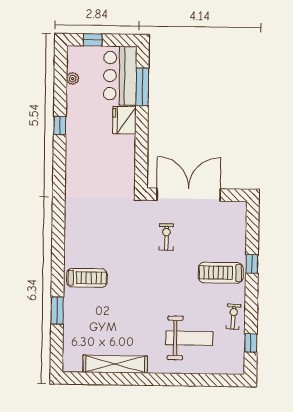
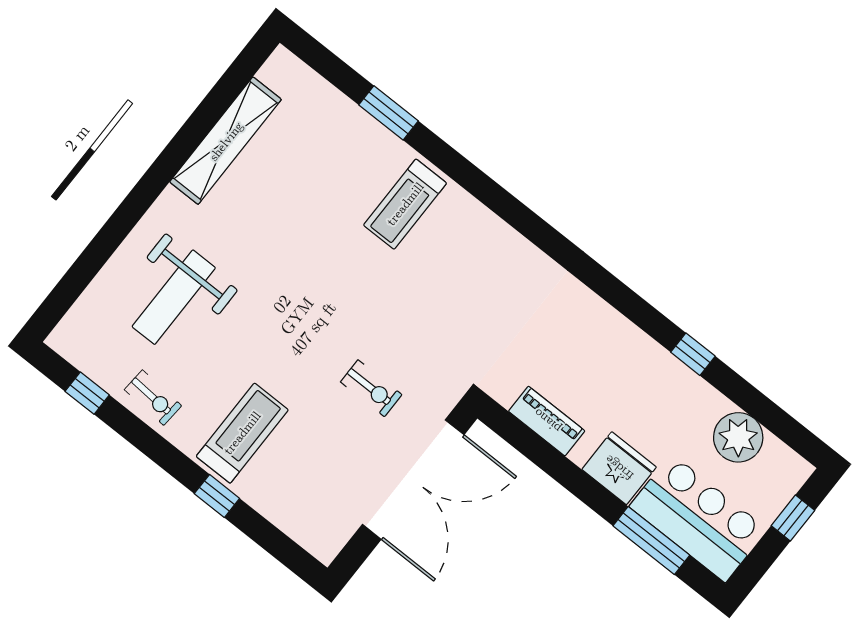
plant: (73, 79) -> (738, 437), width x1.87, depth x1.87
piano: (128, 161) -> (547, 421), added

